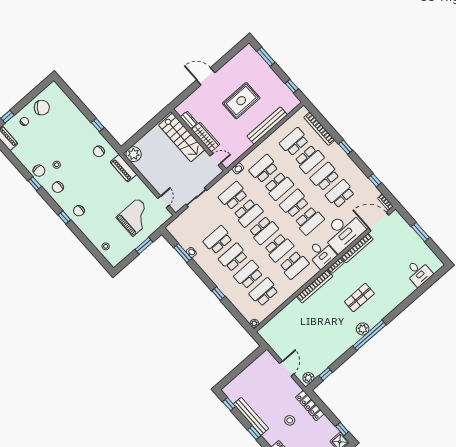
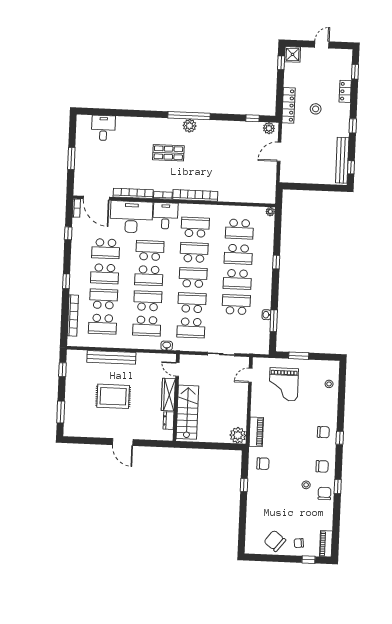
grand piano: (136, 217) -> (284, 384), turned -90
school desk: (218, 240) -> (236, 305), turned 180
bench: (251, 416) -> (342, 160), moved

